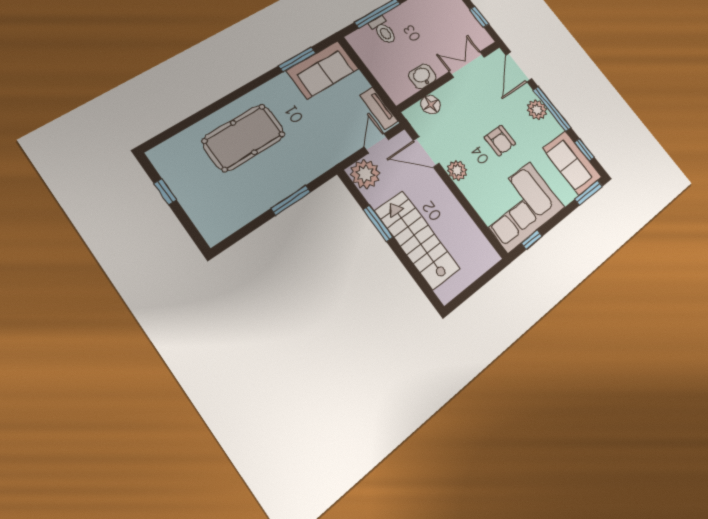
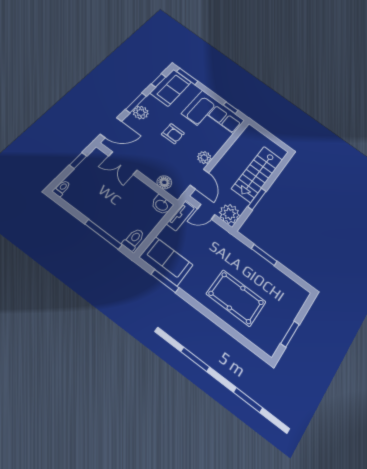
toilet: (383, 30) -> (134, 239), moved
washbasin: (422, 76) -> (162, 205), moved
window: (552, 109) -> (136, 103), width x0.69
armchair: (500, 140) -> (173, 134), turned 90
window: (165, 192) -> (290, 334), width x1.50

